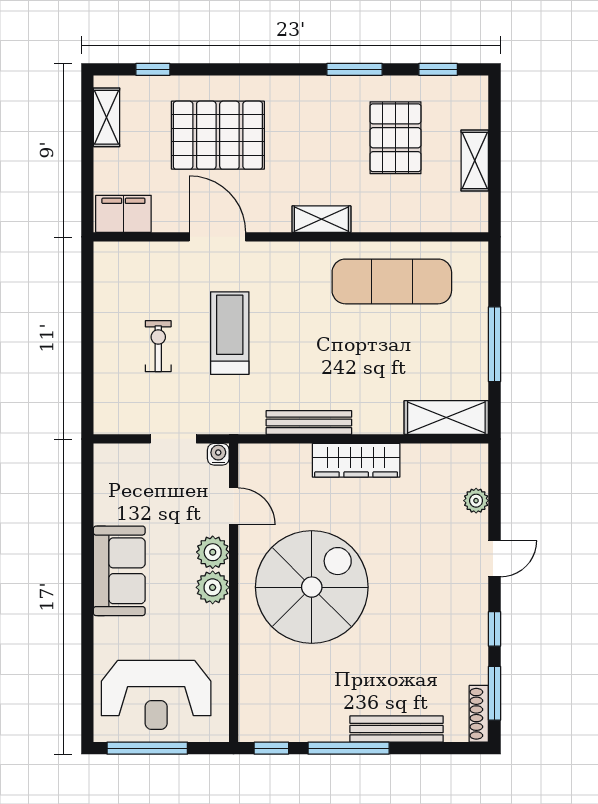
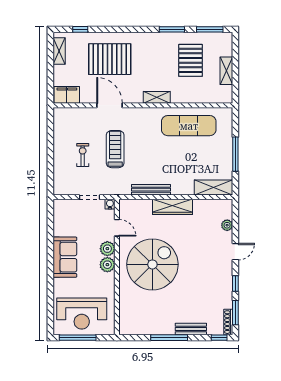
window: (438, 69) -> (210, 29), width x1.50
bench: (397, 729) -> (191, 329), width x0.73
window: (271, 748) -> (219, 338), moved

